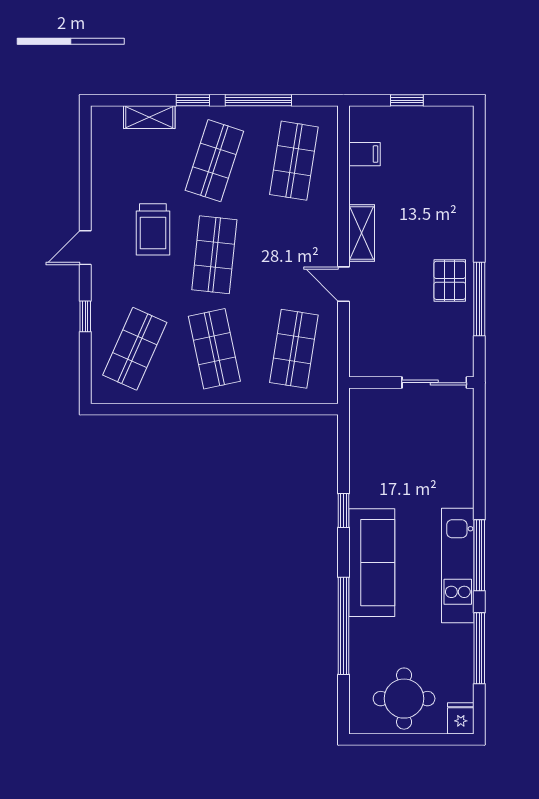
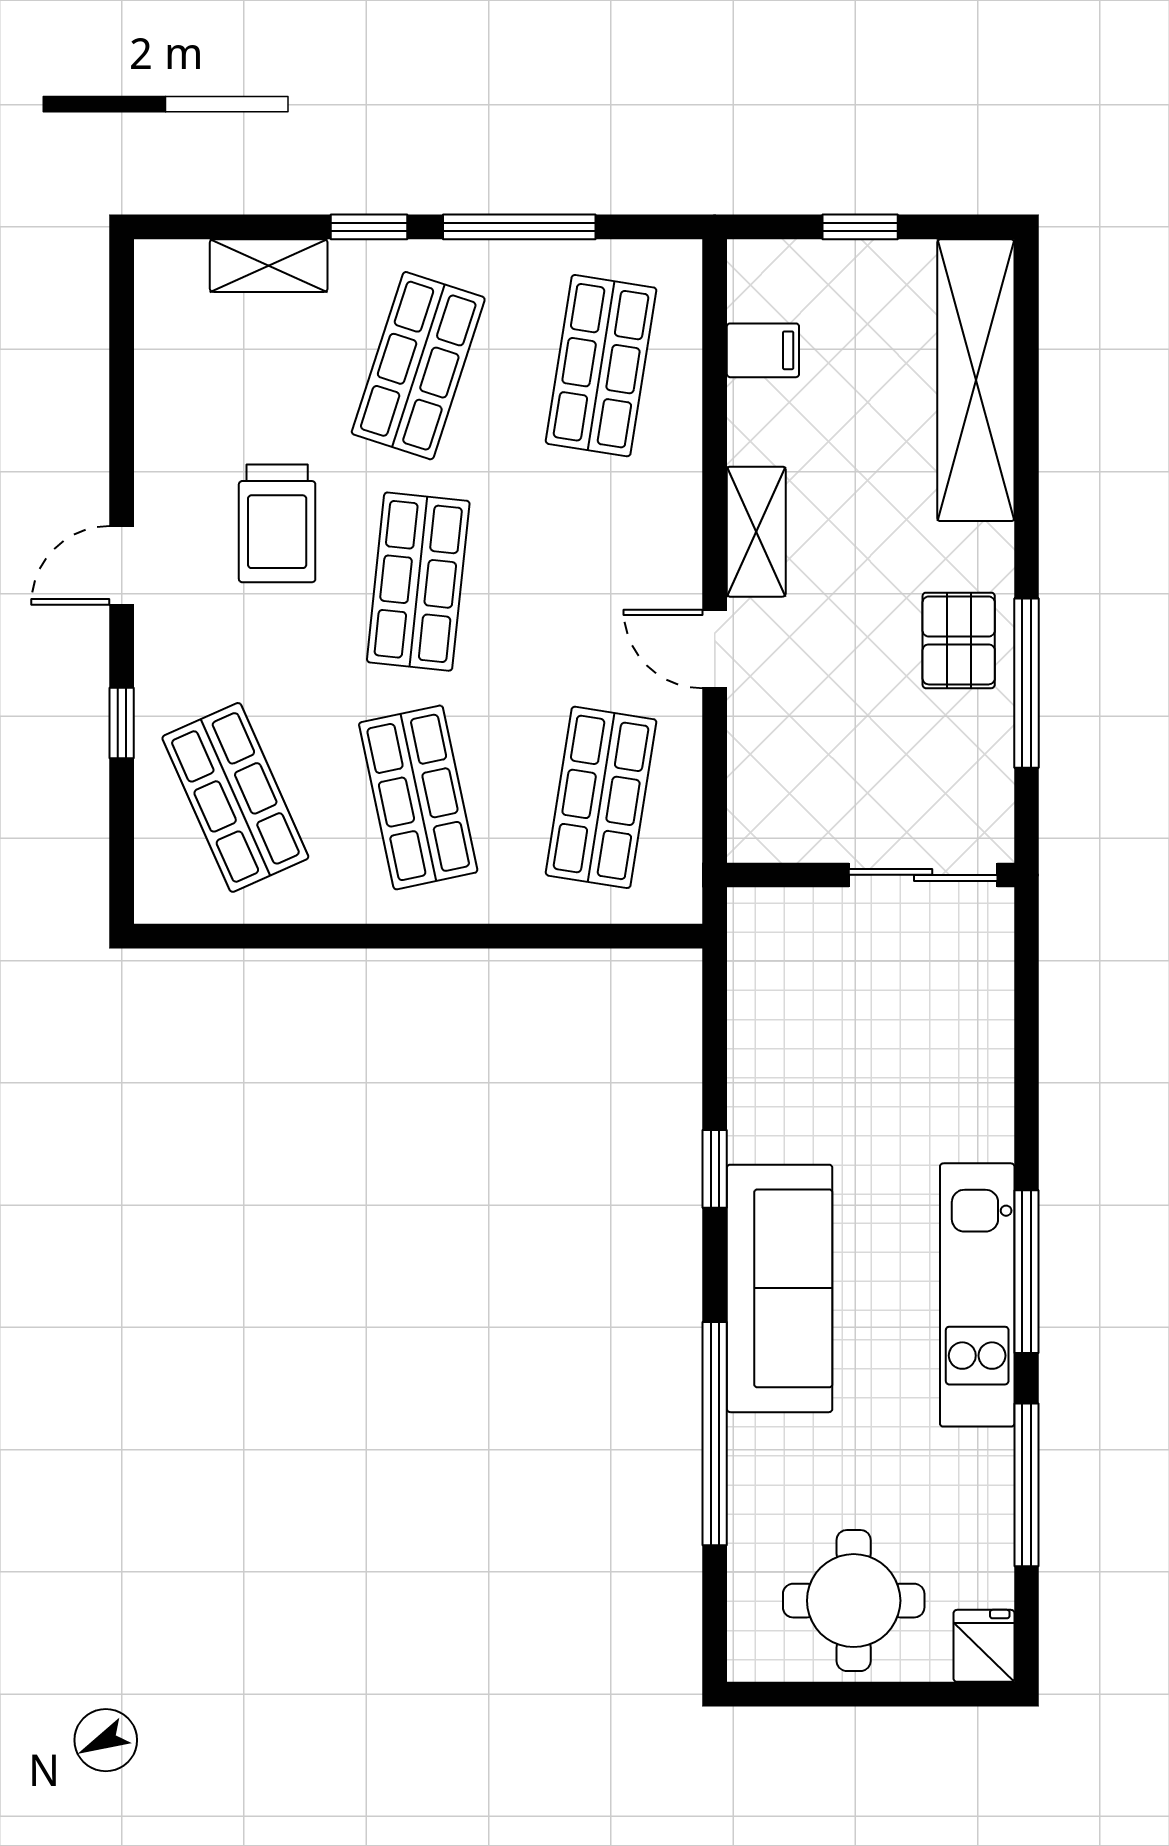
shelving: (457, 167) -> (976, 380), added
shop shelf: (135, 349) -> (235, 797), turned -48

